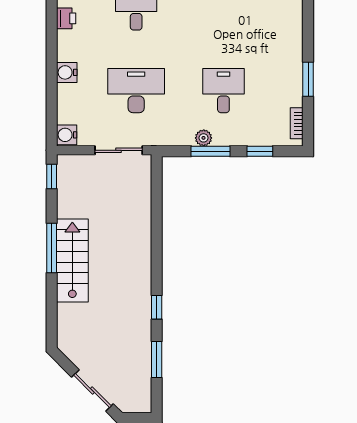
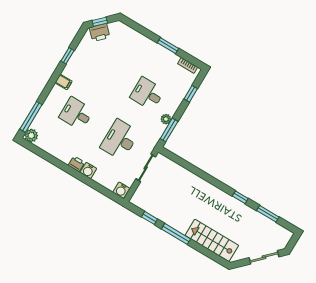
printer: (66, 18) -> (76, 164), moved
window: (210, 151) -> (169, 130), moved
window: (52, 177) -> (149, 218), moved
stairs: (72, 260) -> (212, 240), moved

